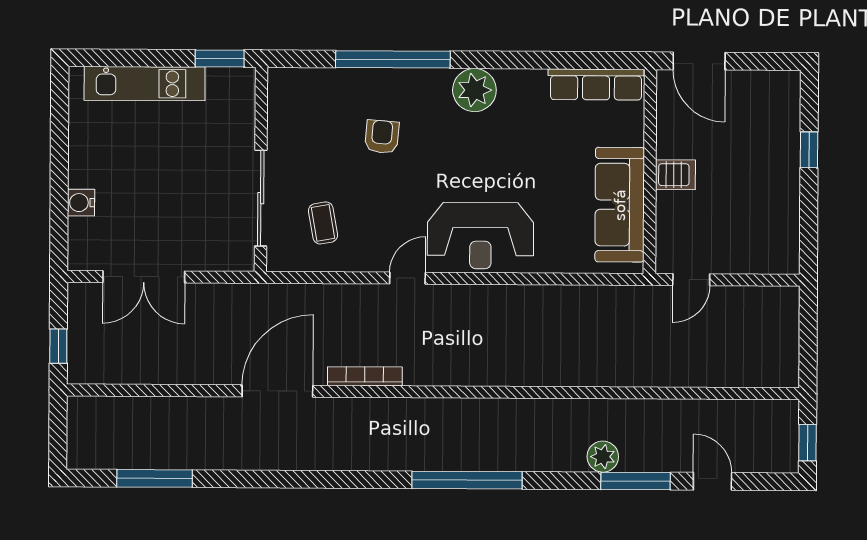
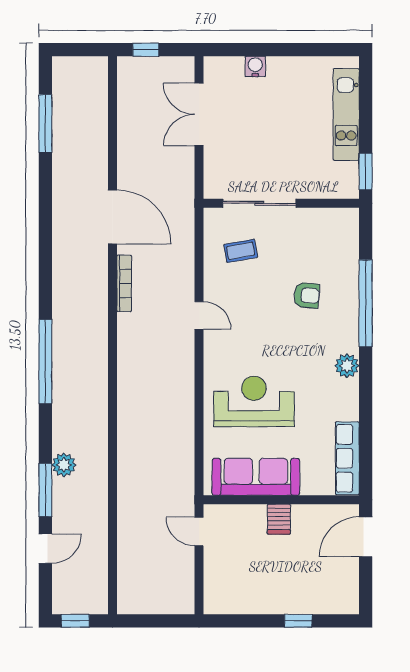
plant: (474, 90) -> (347, 366), width x0.73, depth x0.73
reception desk: (480, 236) -> (254, 401), moved, turned 90

